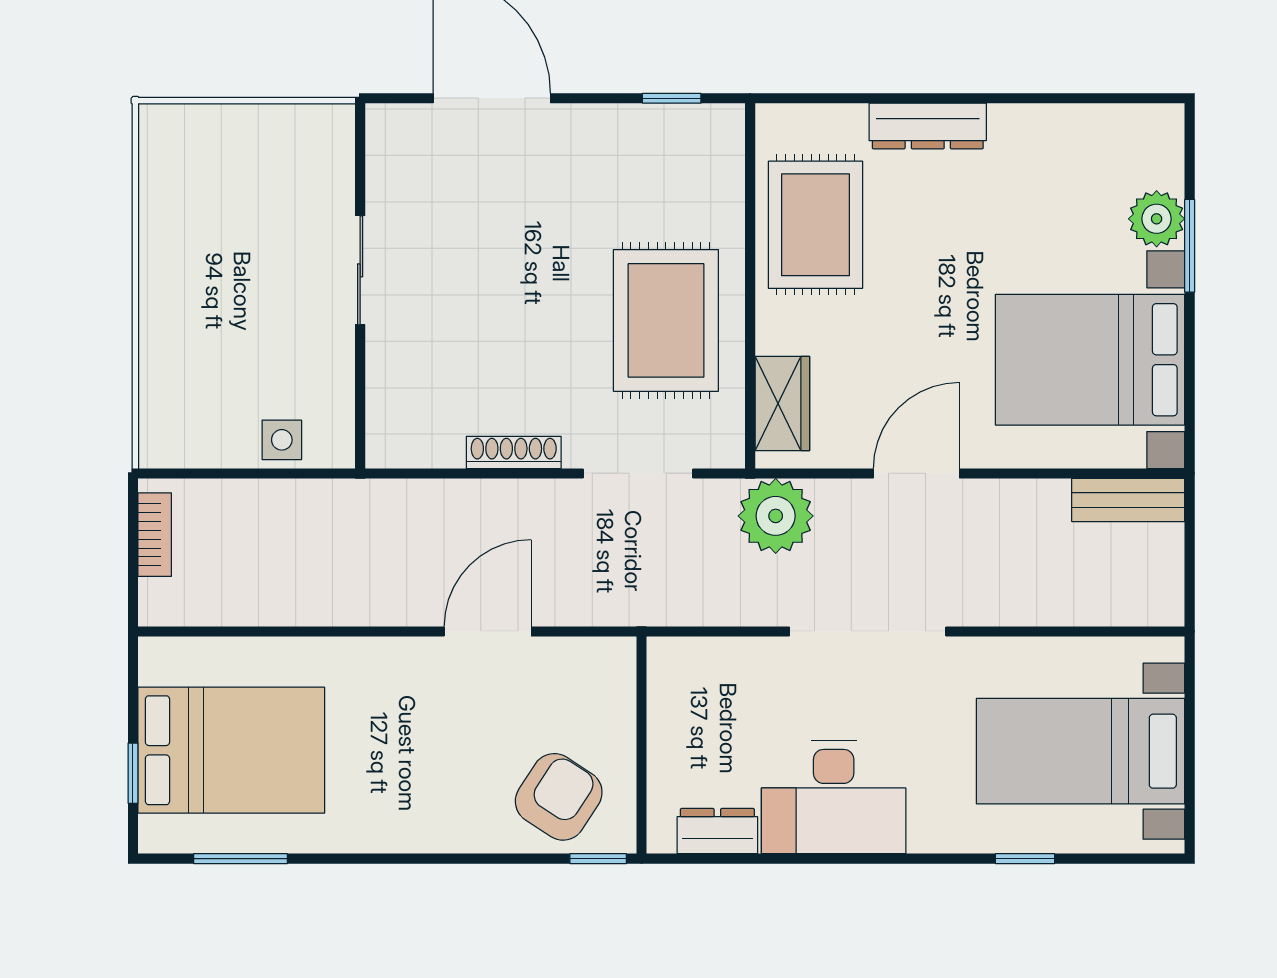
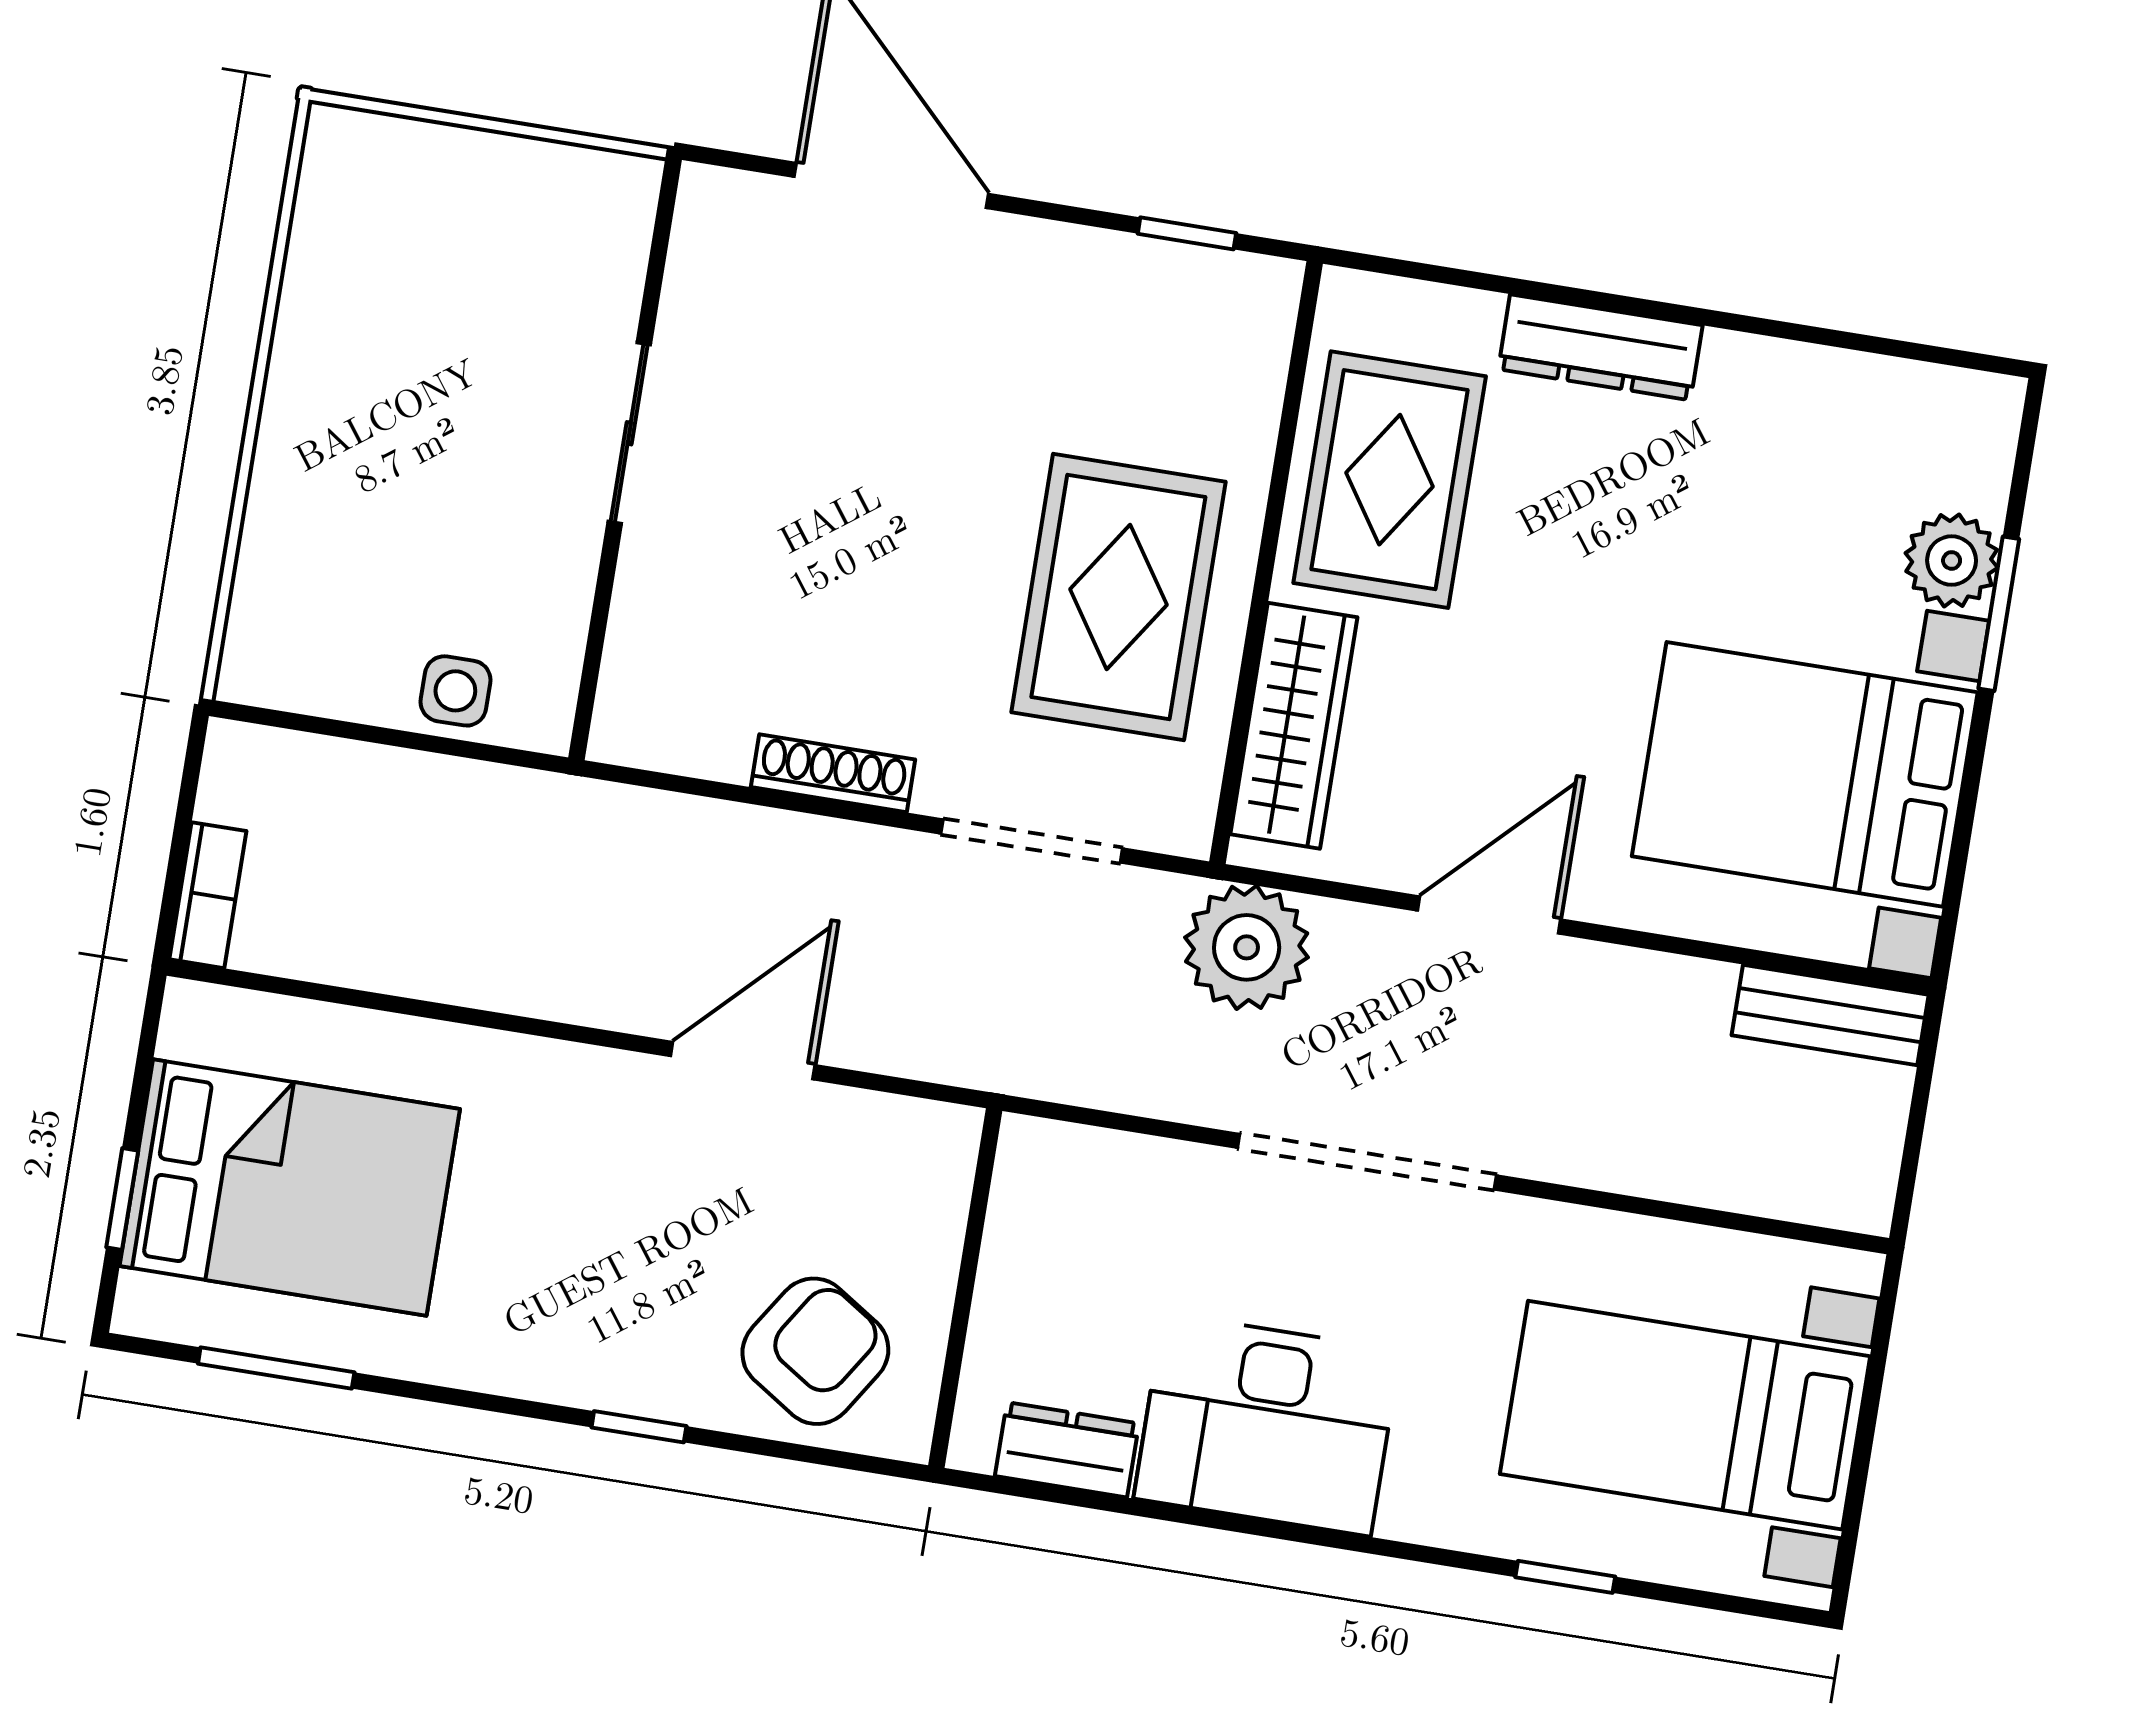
wardrobe: (782, 404) -> (1294, 726), width x1.50
bookcase: (155, 535) -> (208, 895), moved
window: (598, 859) -> (639, 1427), moved

